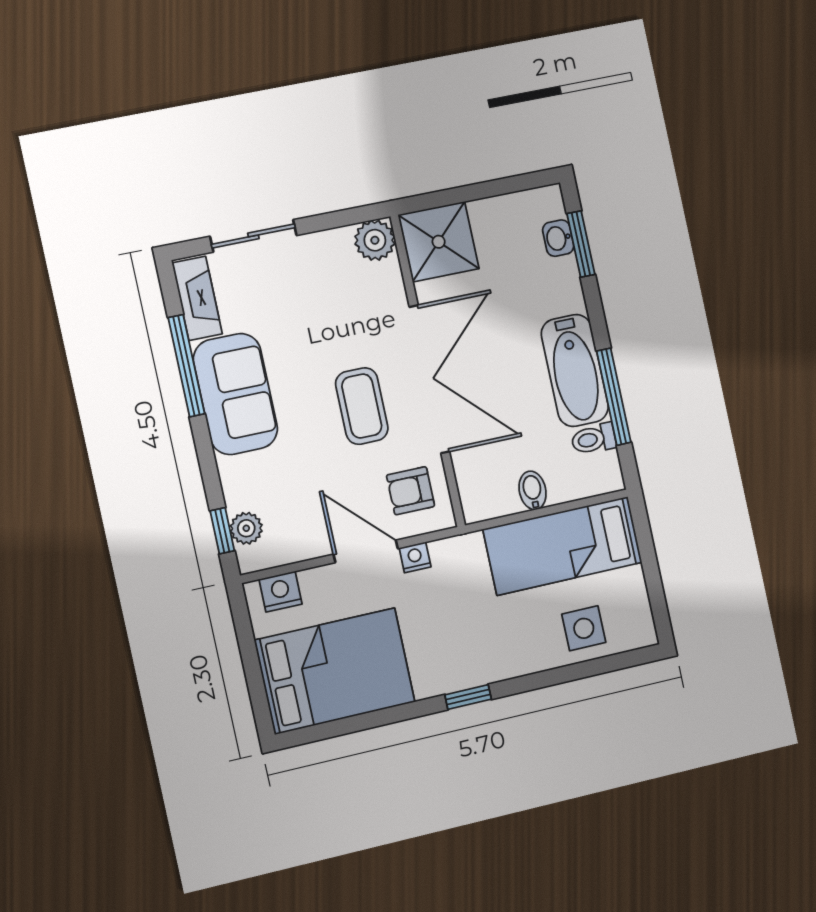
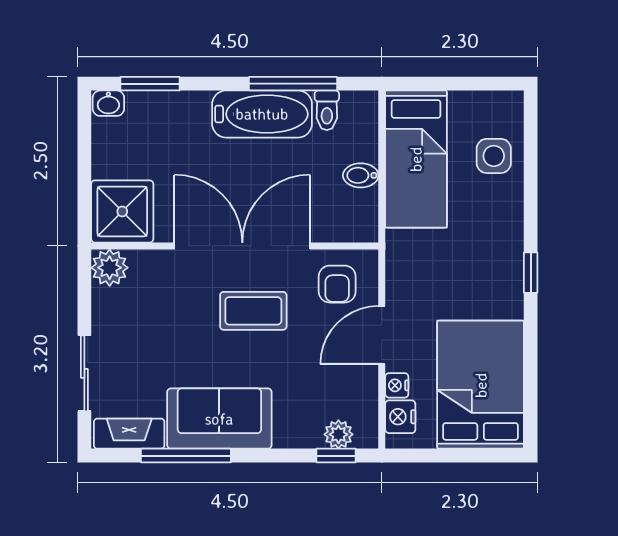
washbasin: (558, 238) -> (108, 103), moved
nightstand: (415, 557) -> (397, 385), moved

